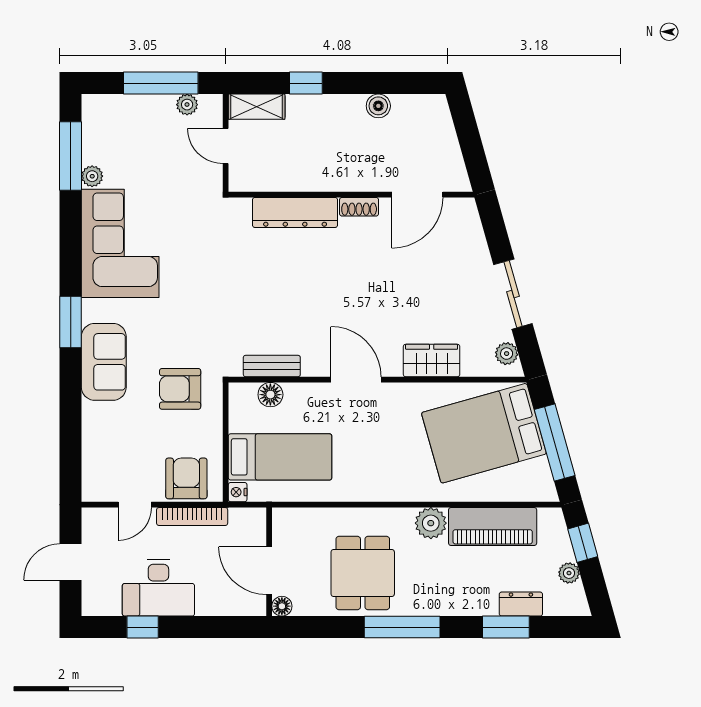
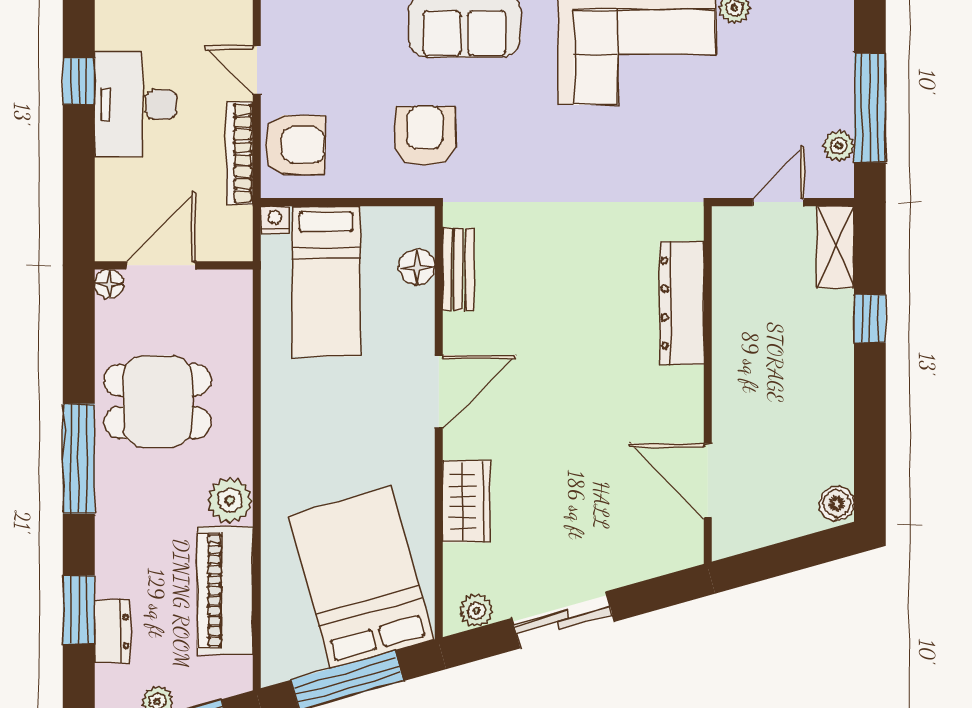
boiler: (378, 106) -> (837, 503), moved
shoe rack: (359, 207) -> (690, 396), removed

